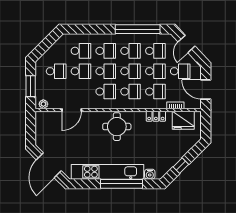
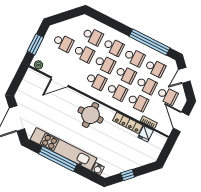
locker: (156, 116) -> (128, 123), width x1.53
fridge: (183, 120) -> (146, 134), width x0.53, depth x0.75
window: (121, 184) -> (58, 159), moved

